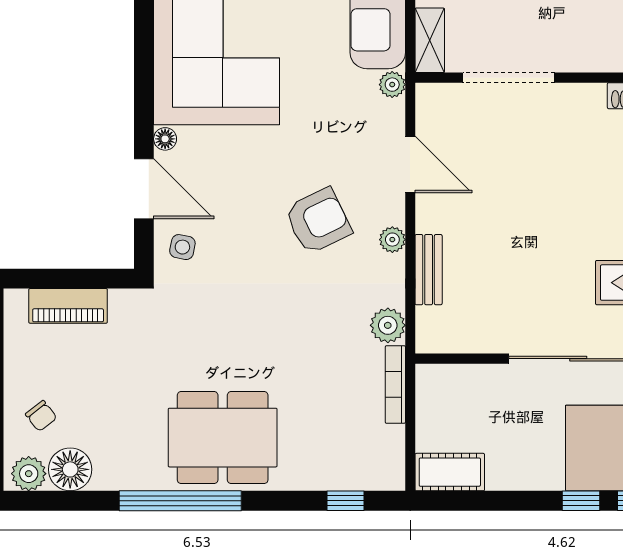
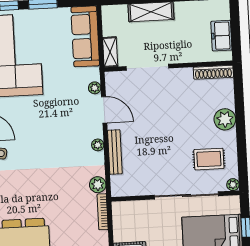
plant: (392, 85) -> (95, 88), moved
armchair: (318, 221) -> (63, 138), removed
bench: (429, 270) -> (115, 152), width x1.36

